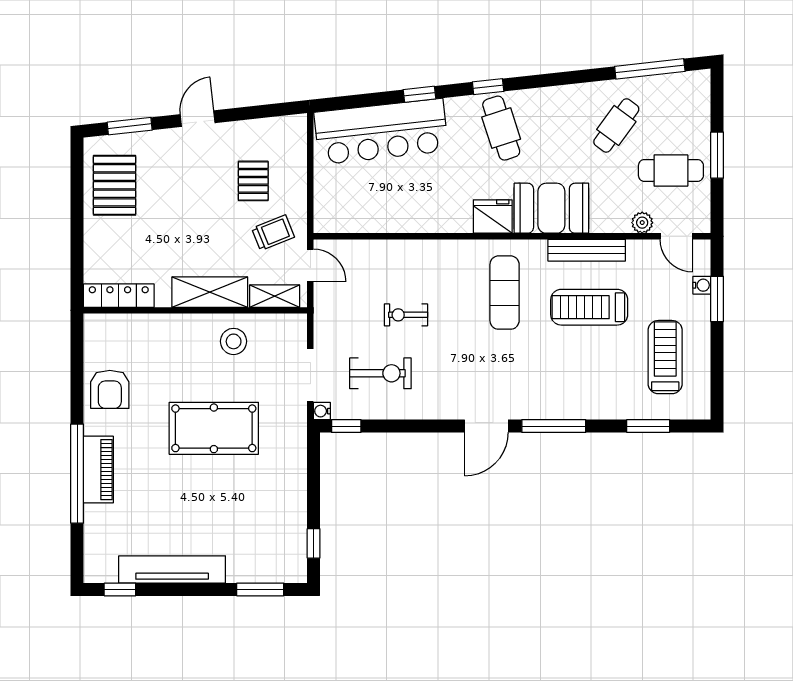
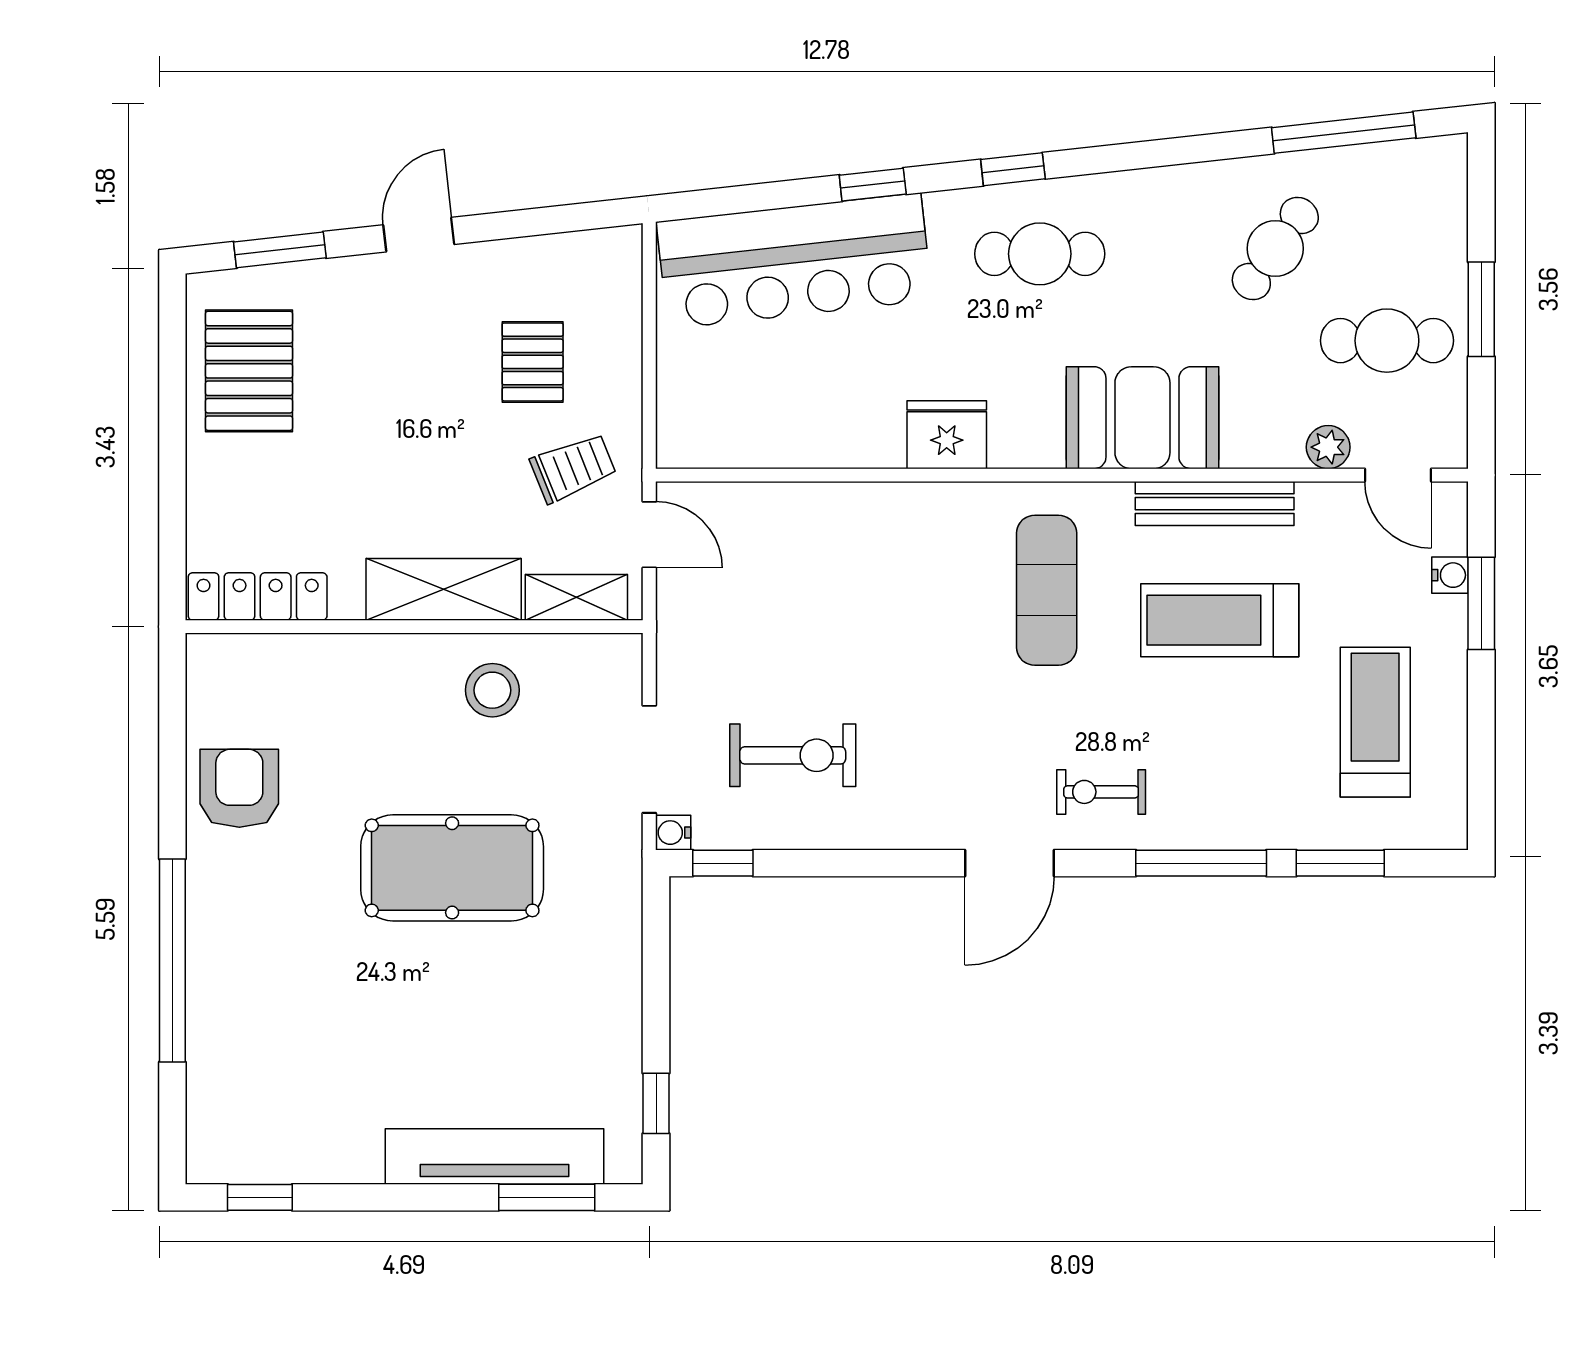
cafe table: (501, 128) -> (1040, 254), turned -72
fridge: (493, 217) -> (947, 435), moved
exercise bike: (406, 315) -> (1101, 792), moved
armchair: (110, 389) -> (239, 788), turned 180
window: (554, 426) -> (1201, 863), moved
piano: (98, 470) -> (216, 952), removed
tv unit: (172, 569) -> (495, 1156), moved

